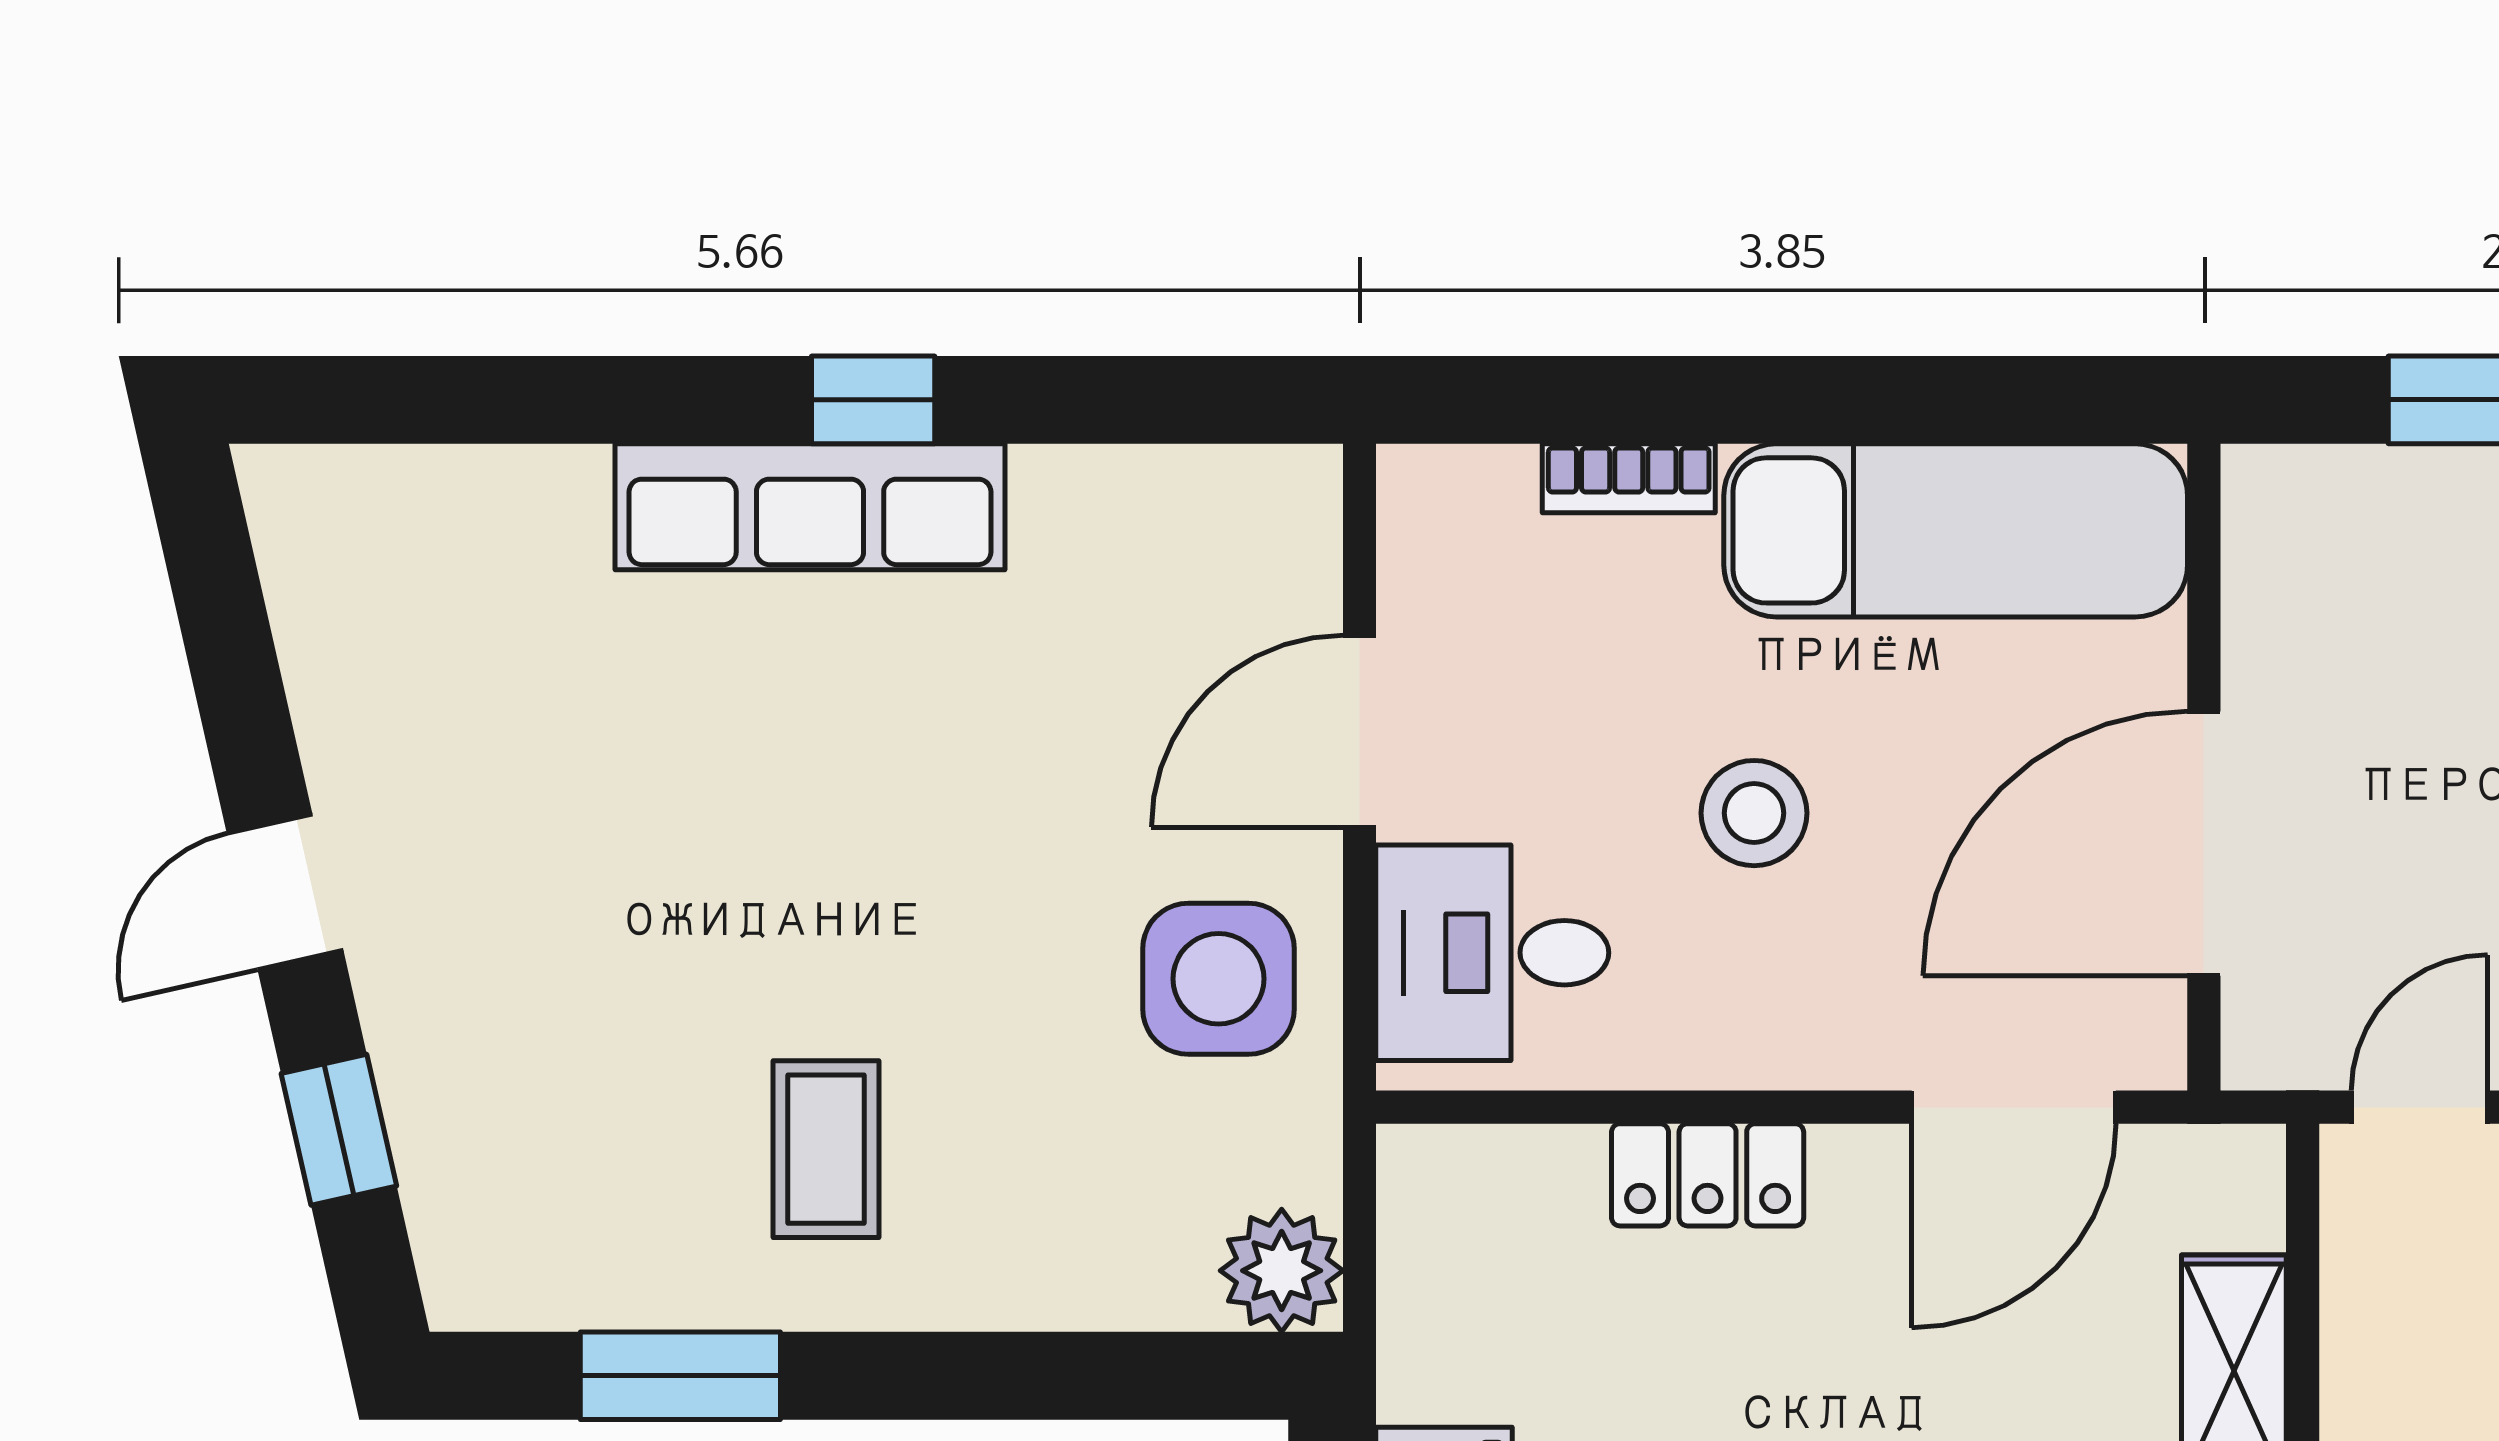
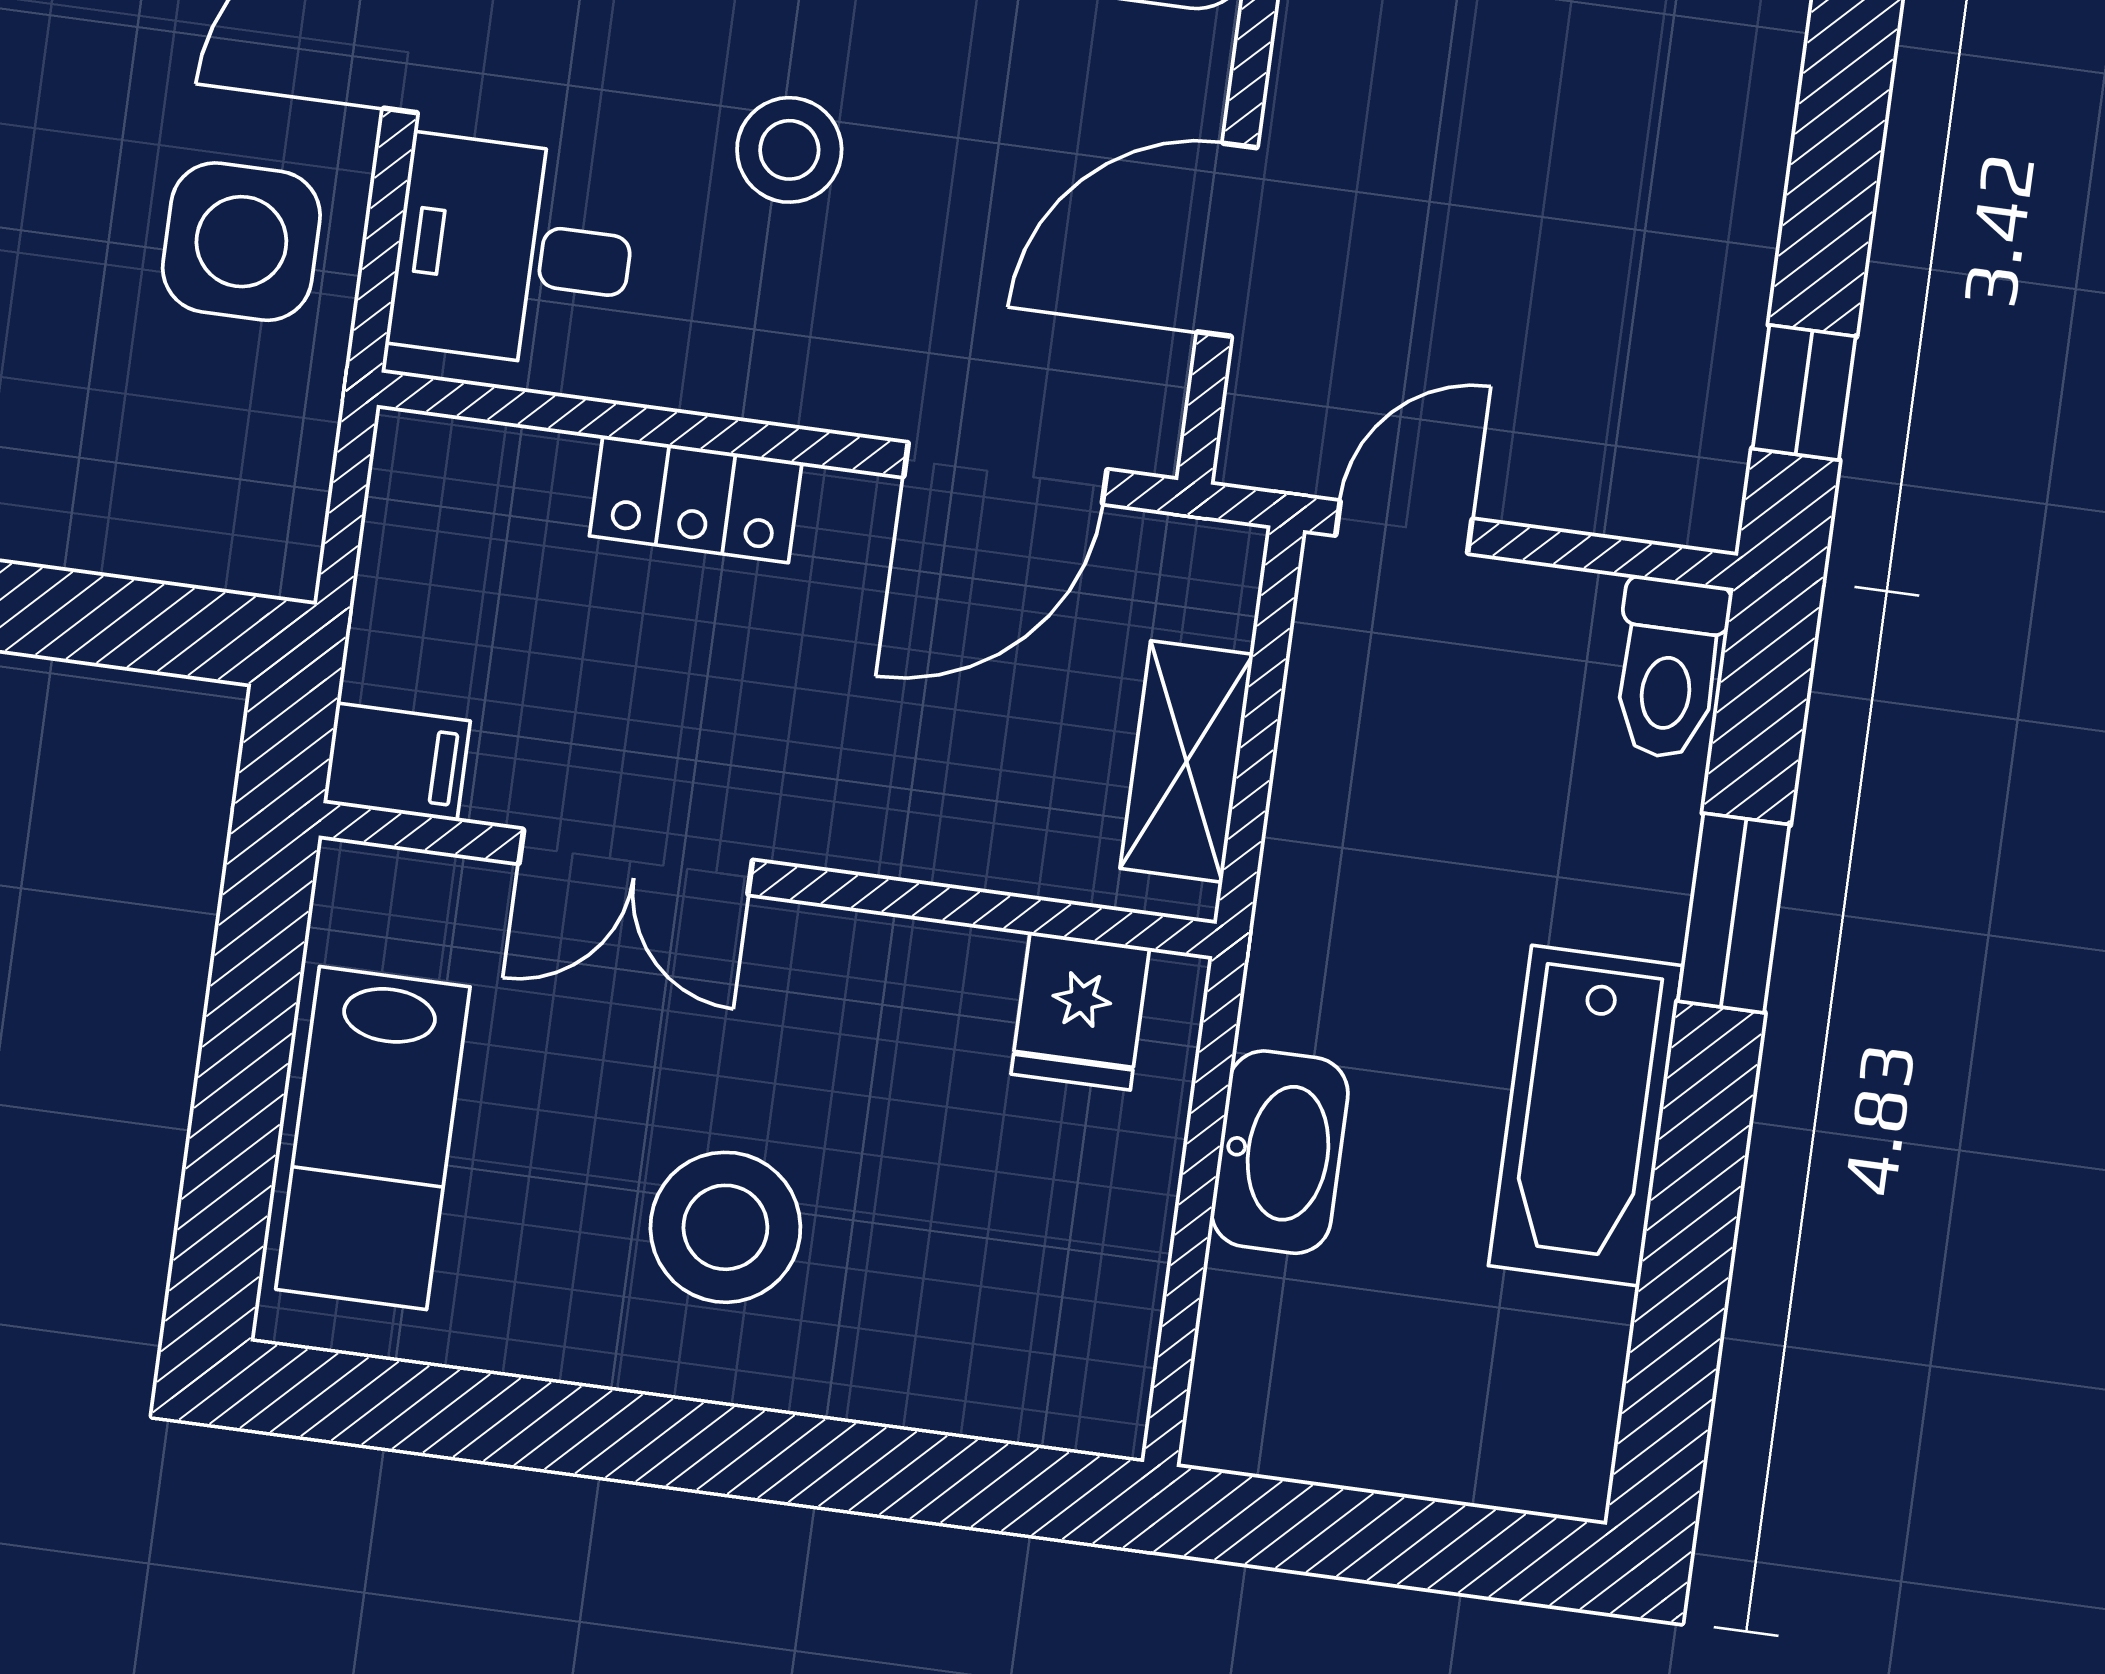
door: (2204, 844) -> (1227, 240), width x0.73
plant: (1282, 1271) -> (265, 536), removed

